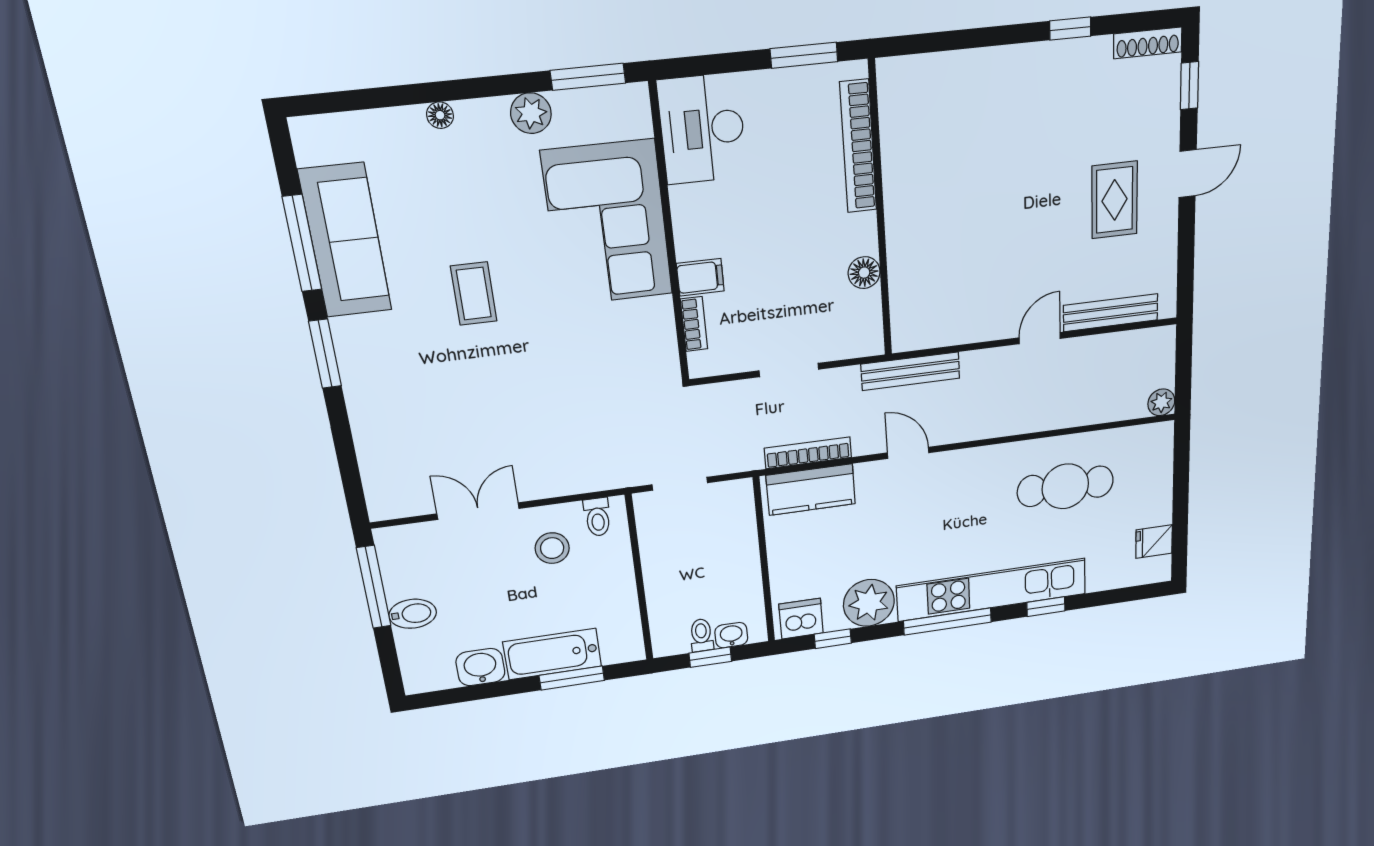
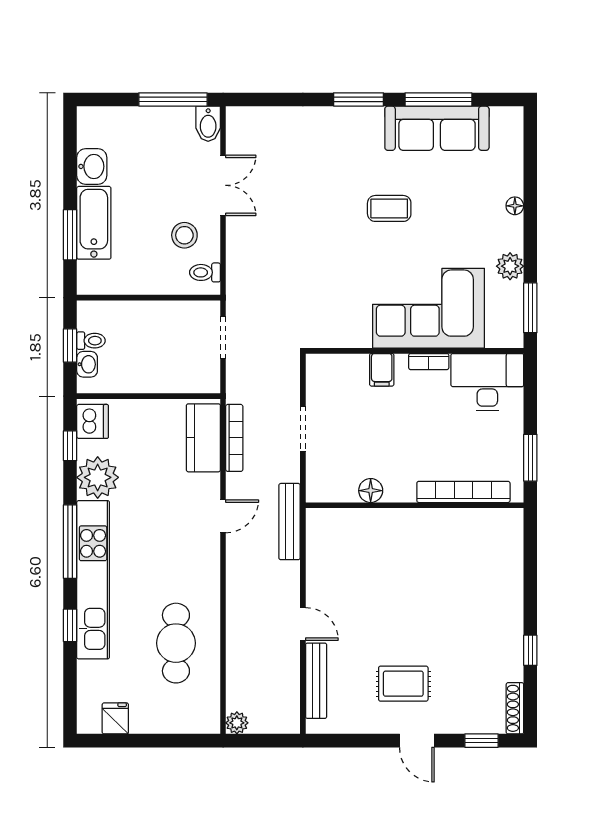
bookcase: (694, 324) -> (429, 362), moved
bidet: (413, 614) -> (208, 124), moved

